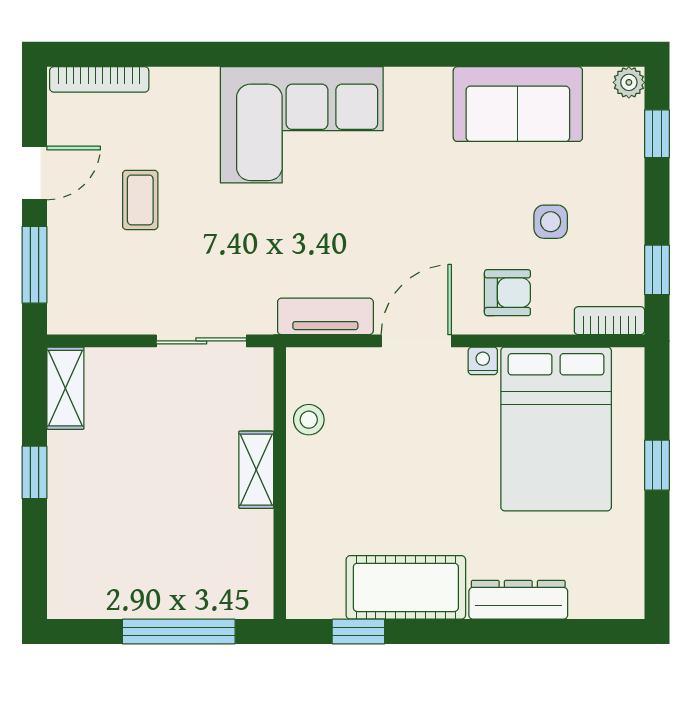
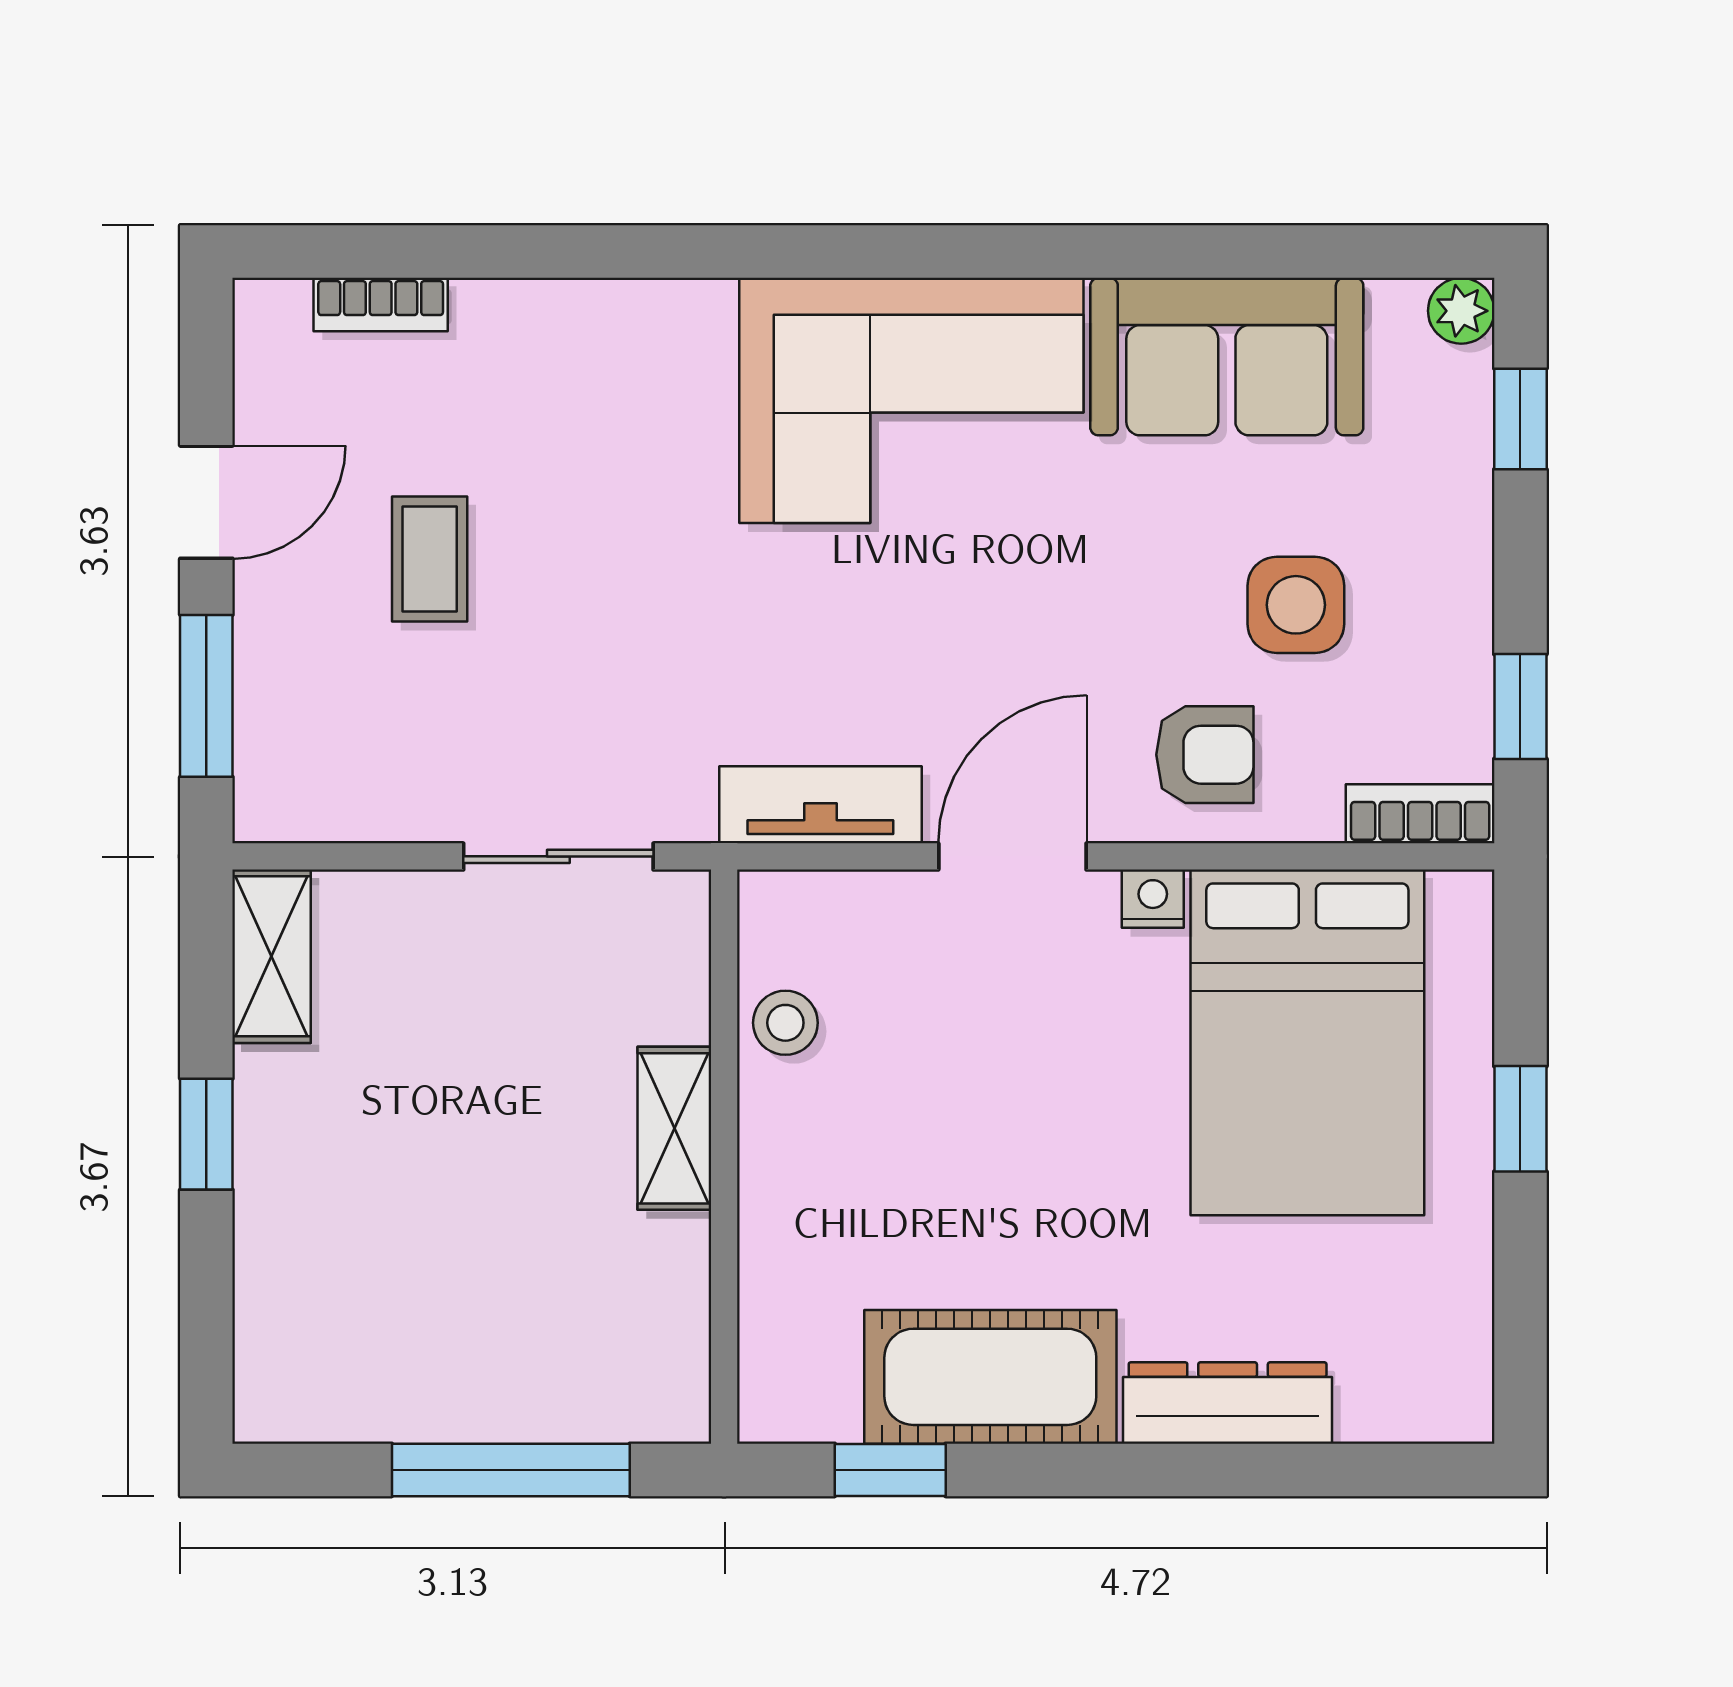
bookcase: (99, 79) -> (381, 304), width x0.64
corner sofa: (302, 125) -> (911, 400), moved
side table: (551, 222) -> (1296, 605), width x1.37, depth x1.37

